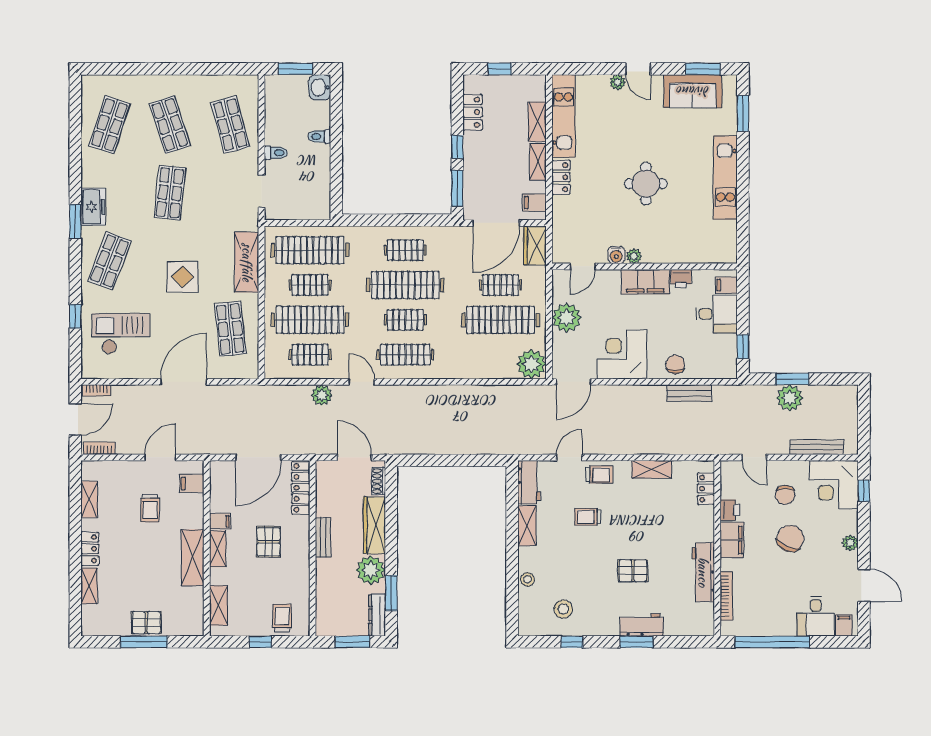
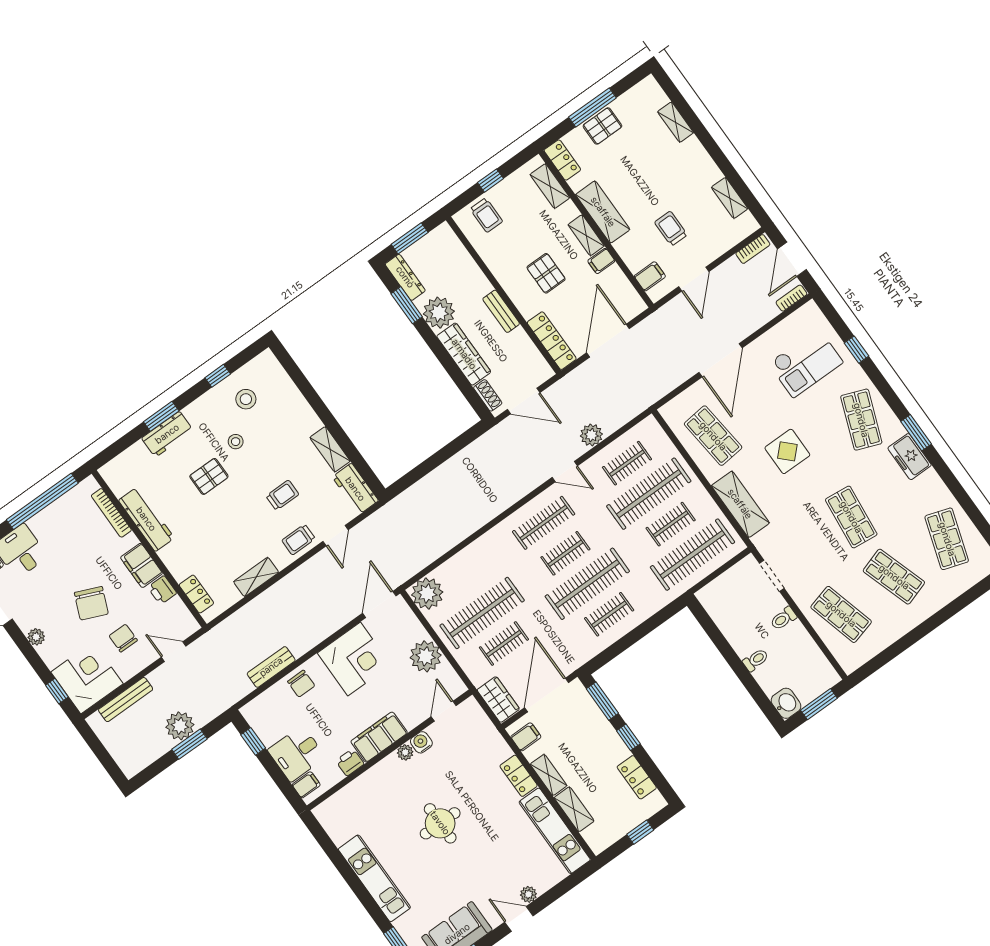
locker: (90, 549) -> (562, 160), moved, turned 180
stool: (527, 579) -> (236, 442), moved

